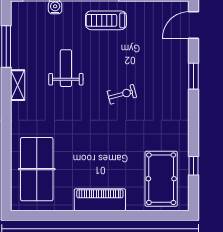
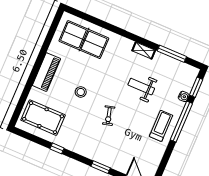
weight bench: (66, 68) -> (141, 87), turned 180
stool: (107, 144) -> (81, 92), added
window: (194, 166) -> (57, 148), moved

